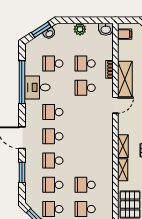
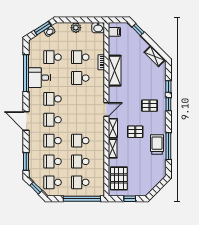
door: (115, 105) -> (106, 110), moved
school desk: (85, 161) -> (80, 141), added
window: (22, 172) -> (26, 162), moved

